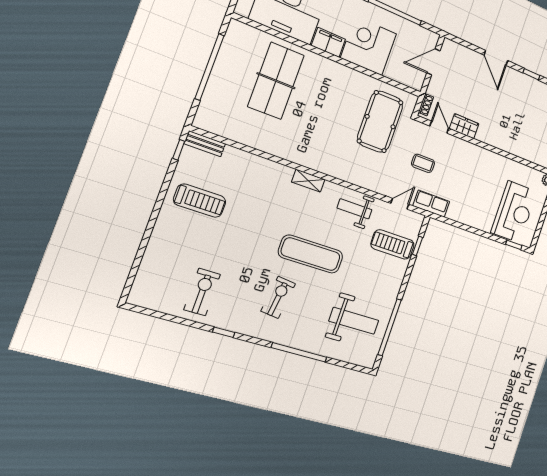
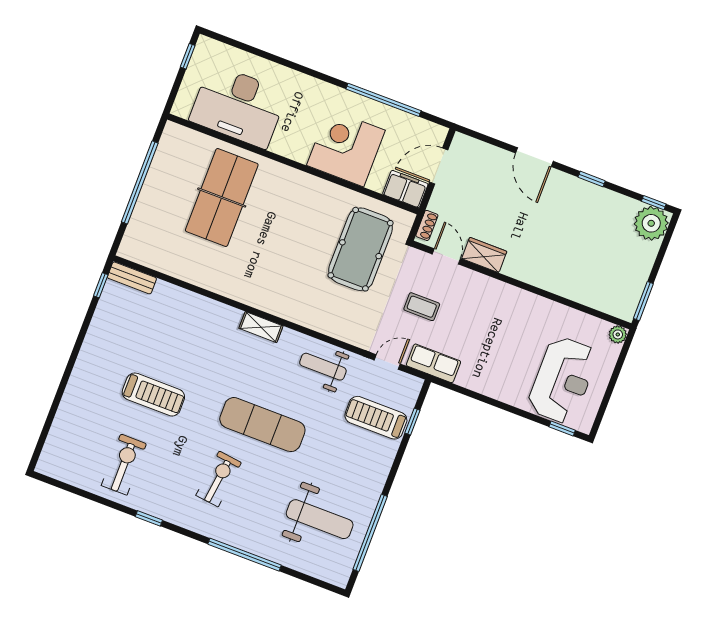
filing cabinet: (328, 42) -> (405, 189), moved
treadmill: (200, 201) -> (153, 394), moved

